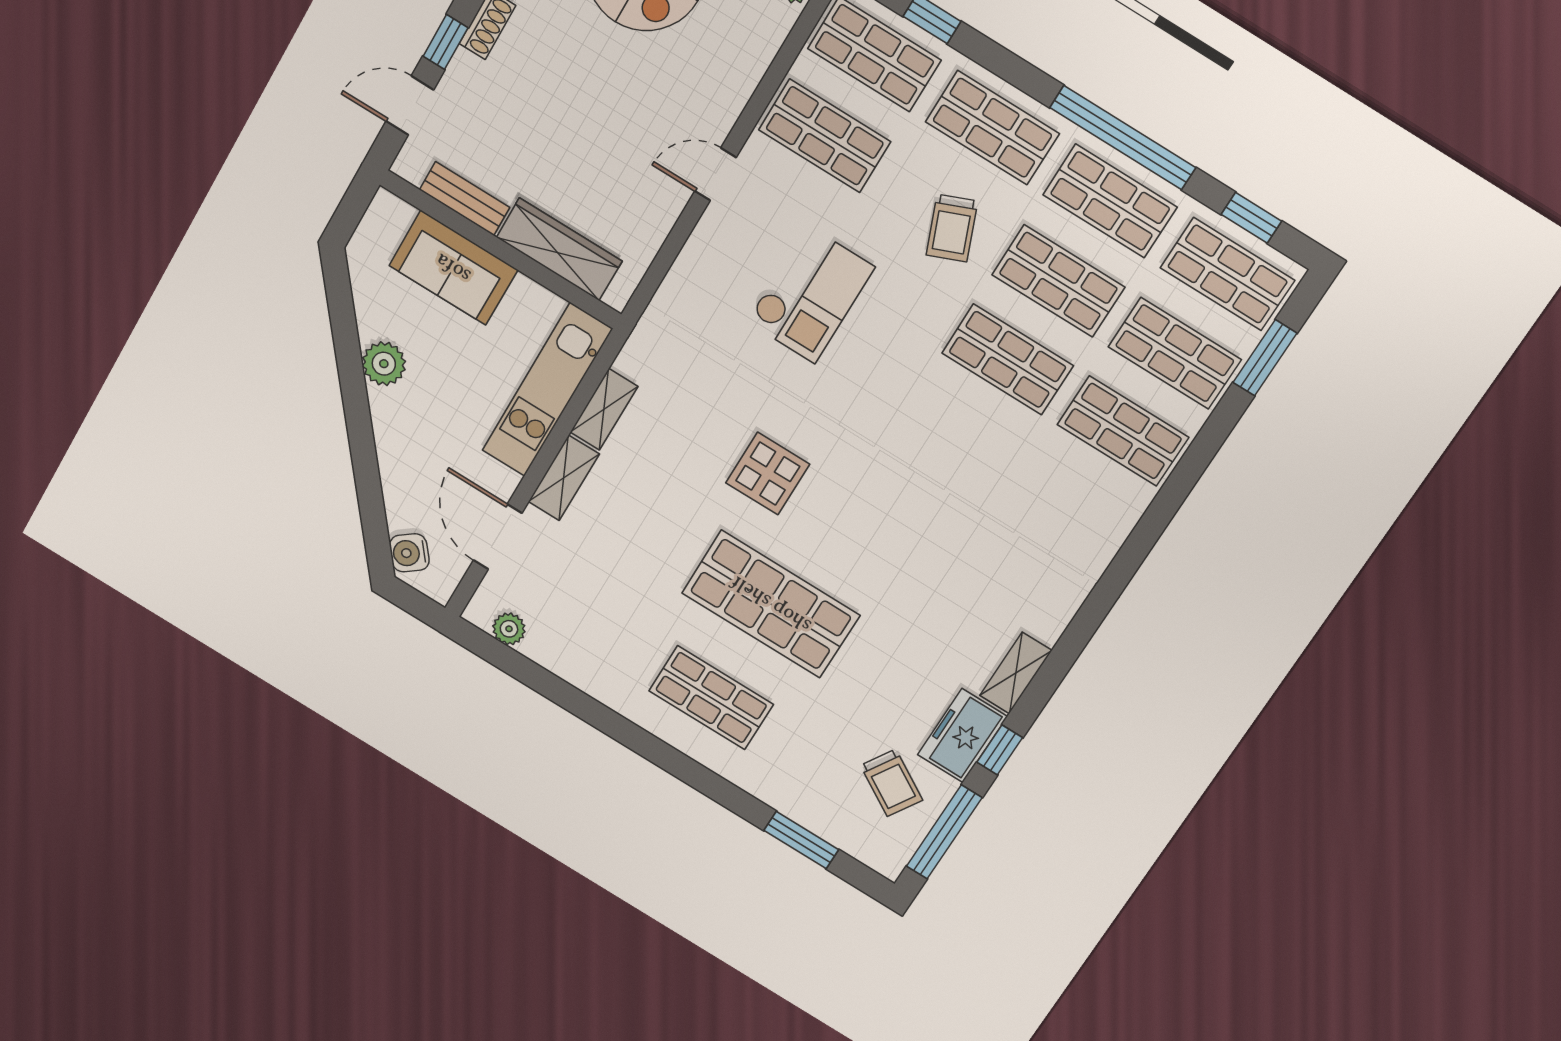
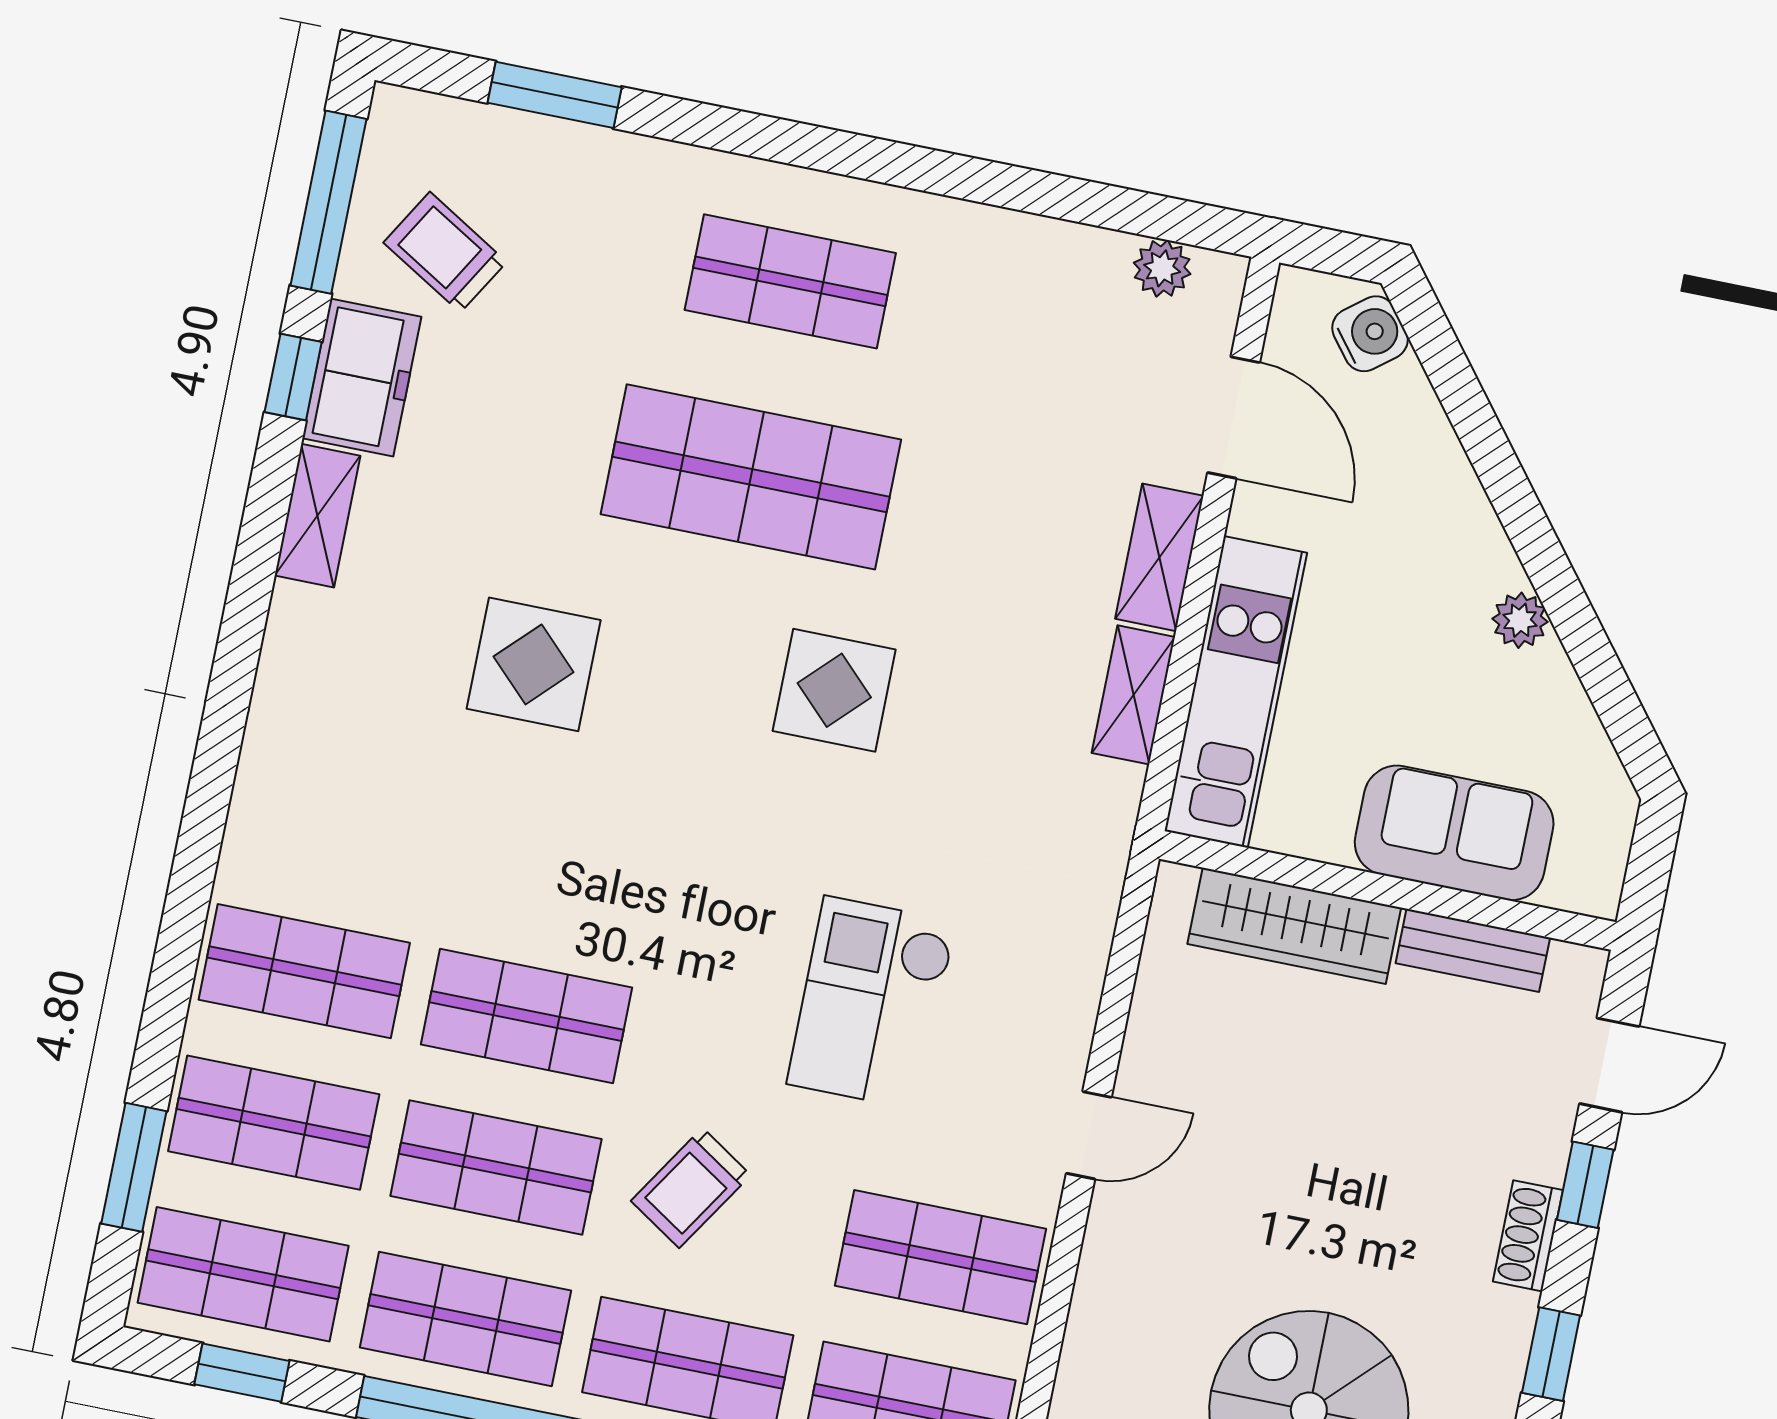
trolley: (952, 228) -> (691, 1188), turned -125
plant: (384, 364) -> (1520, 620), width x0.73, depth x0.73
display table: (928, 550) -> (534, 664), added

